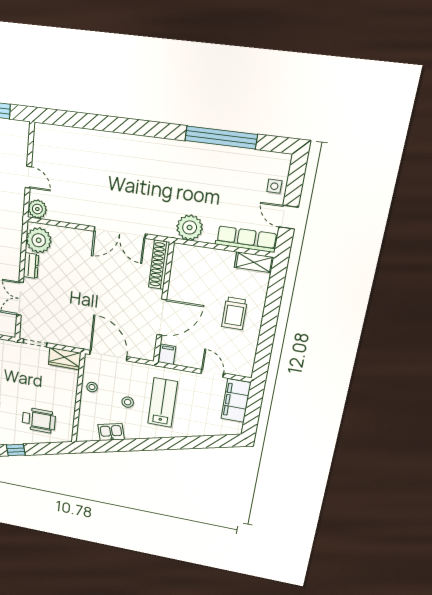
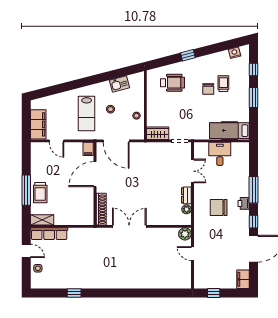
window: (221, 137) -> (74, 293), width x0.32
plant: (190, 228) -> (85, 236), removed
plant: (39, 240) -> (187, 209), width x0.53, depth x0.53
window: (271, 311) -> (26, 190), added
trolley: (234, 313) -> (40, 193), moved, turned 180
door: (108, 356) -> (116, 141), moved
wheelchair: (39, 420) -> (172, 83), turned 180

